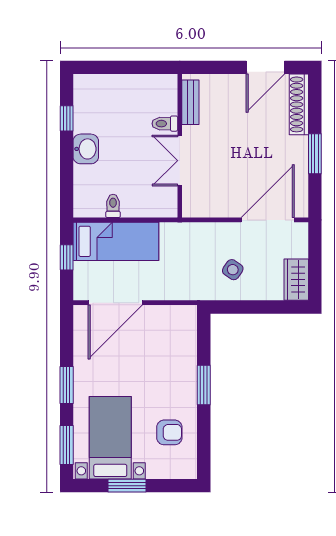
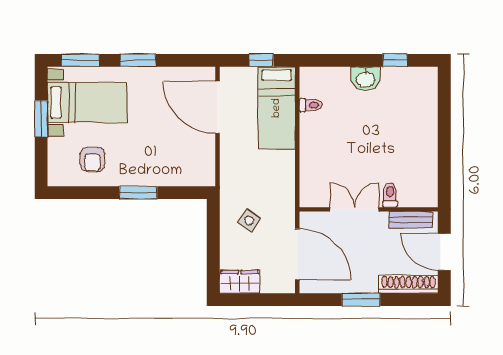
bench: (190, 102) -> (411, 220), moved
toilet: (165, 124) -> (390, 195), moved
wall: (180, 146) -> (369, 209), moved
double door: (180, 161) -> (354, 209), moved

